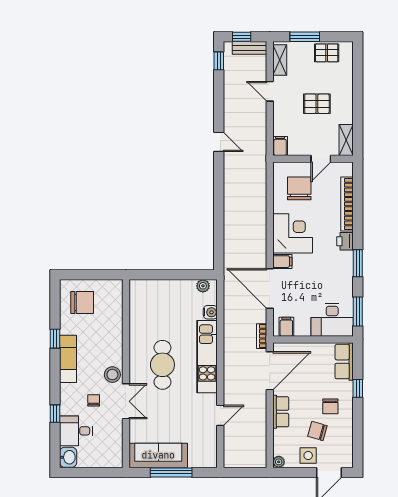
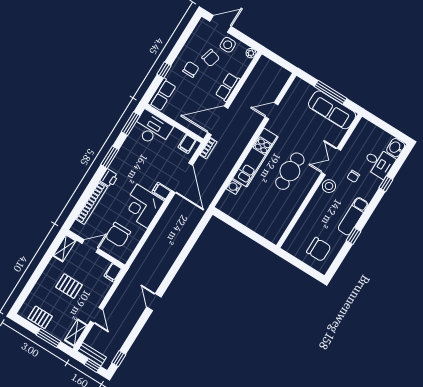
plant: (203, 286) -> (227, 209), removed
chair: (82, 302) -> (319, 249), turned 180

